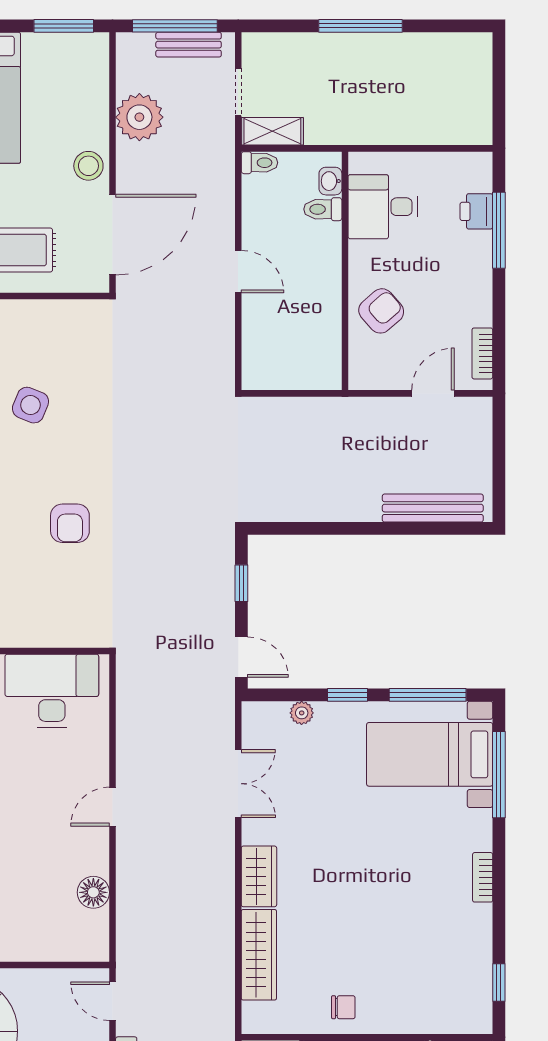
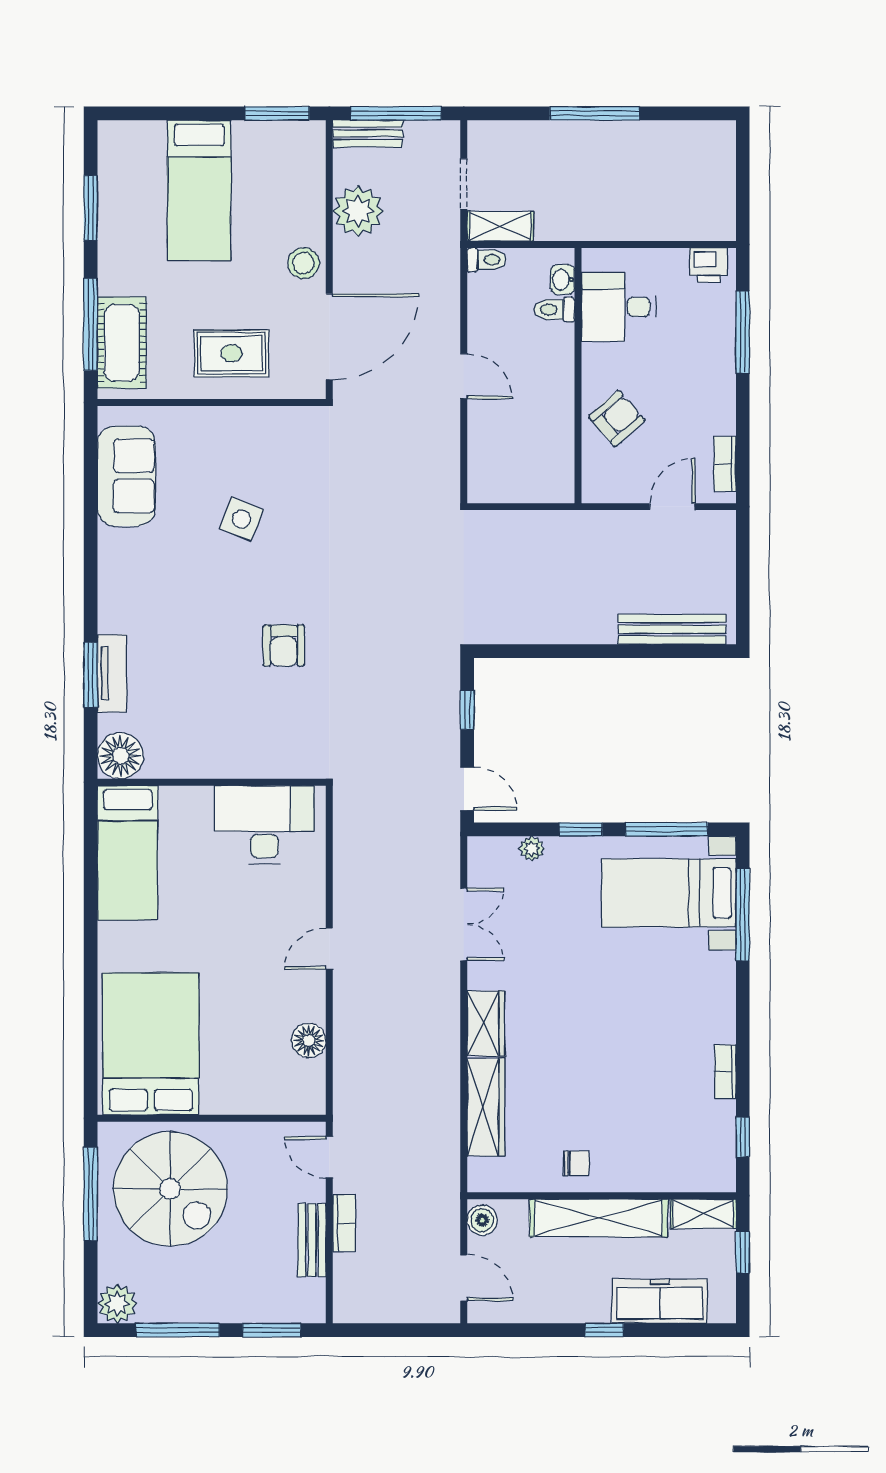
bench: (189, 45) -> (368, 133), moved
printer: (476, 211) -> (709, 265), moved, turned -90
bookcase: (483, 877) -> (725, 1072), moved

